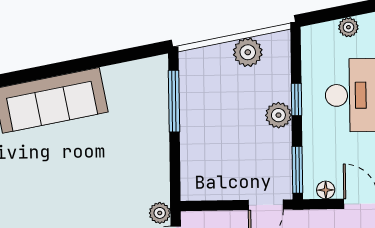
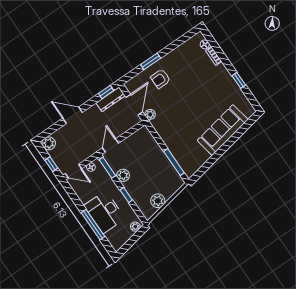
plant: (348, 27) -> (135, 227), moved
plant: (278, 115) -> (123, 175), moved

